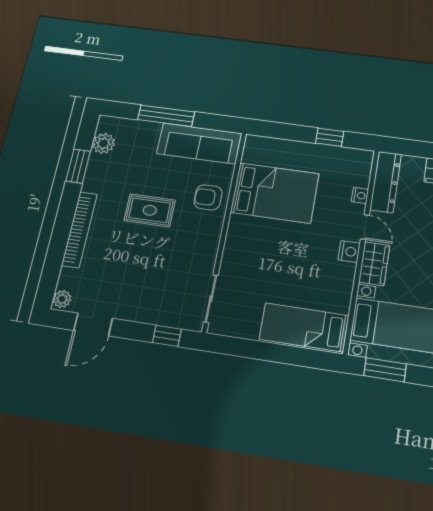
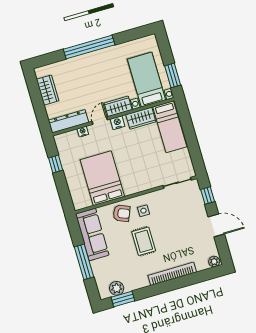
window: (78, 166) -> (123, 299), moved
armchair: (208, 197) -> (122, 213), turned -67
side table: (195, 230) -> (143, 211), added
wardrobe: (339, 289) -> (141, 118), added
door: (93, 324) -> (216, 225), moved

